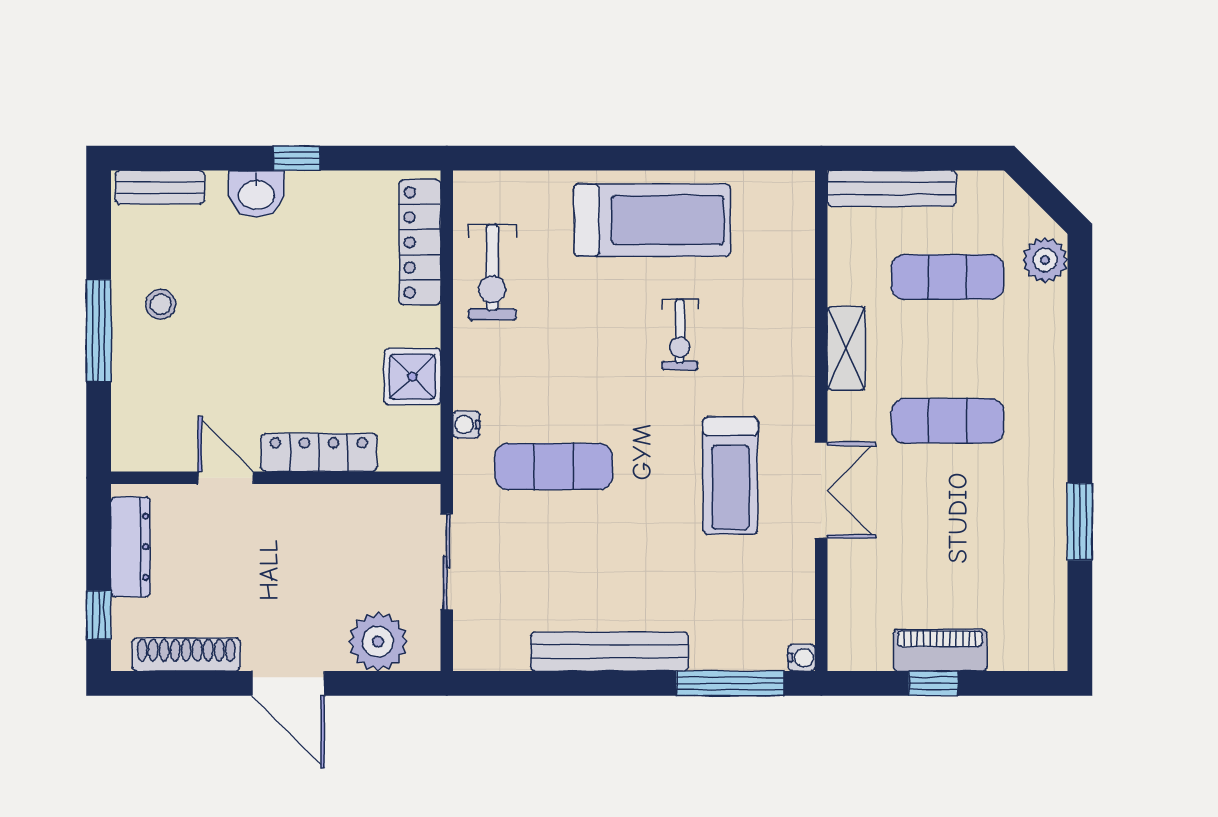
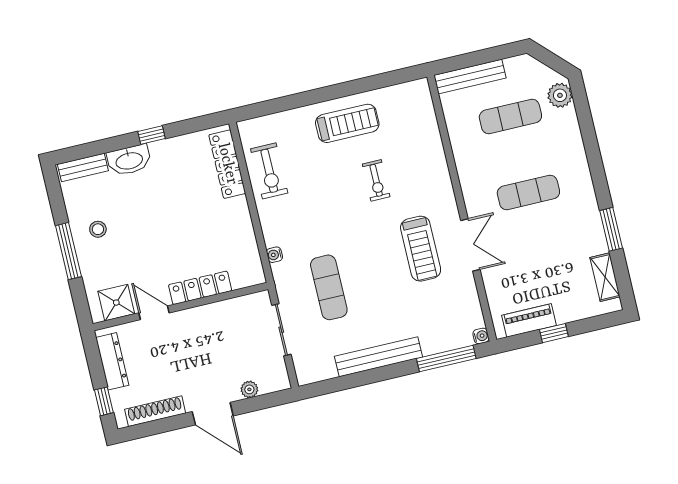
washbasin: (256, 194) -> (129, 160), width x1.38
treadmill: (652, 220) -> (347, 123), width x0.73, depth x0.73
shelving: (846, 348) -> (605, 277), moved
shower: (412, 377) -> (116, 303), moved
exercise mat: (554, 466) -> (329, 287), moved, turned 90
plant: (378, 642) -> (249, 389), width x0.53, depth x0.53
piano: (940, 650) -> (529, 320), moved

